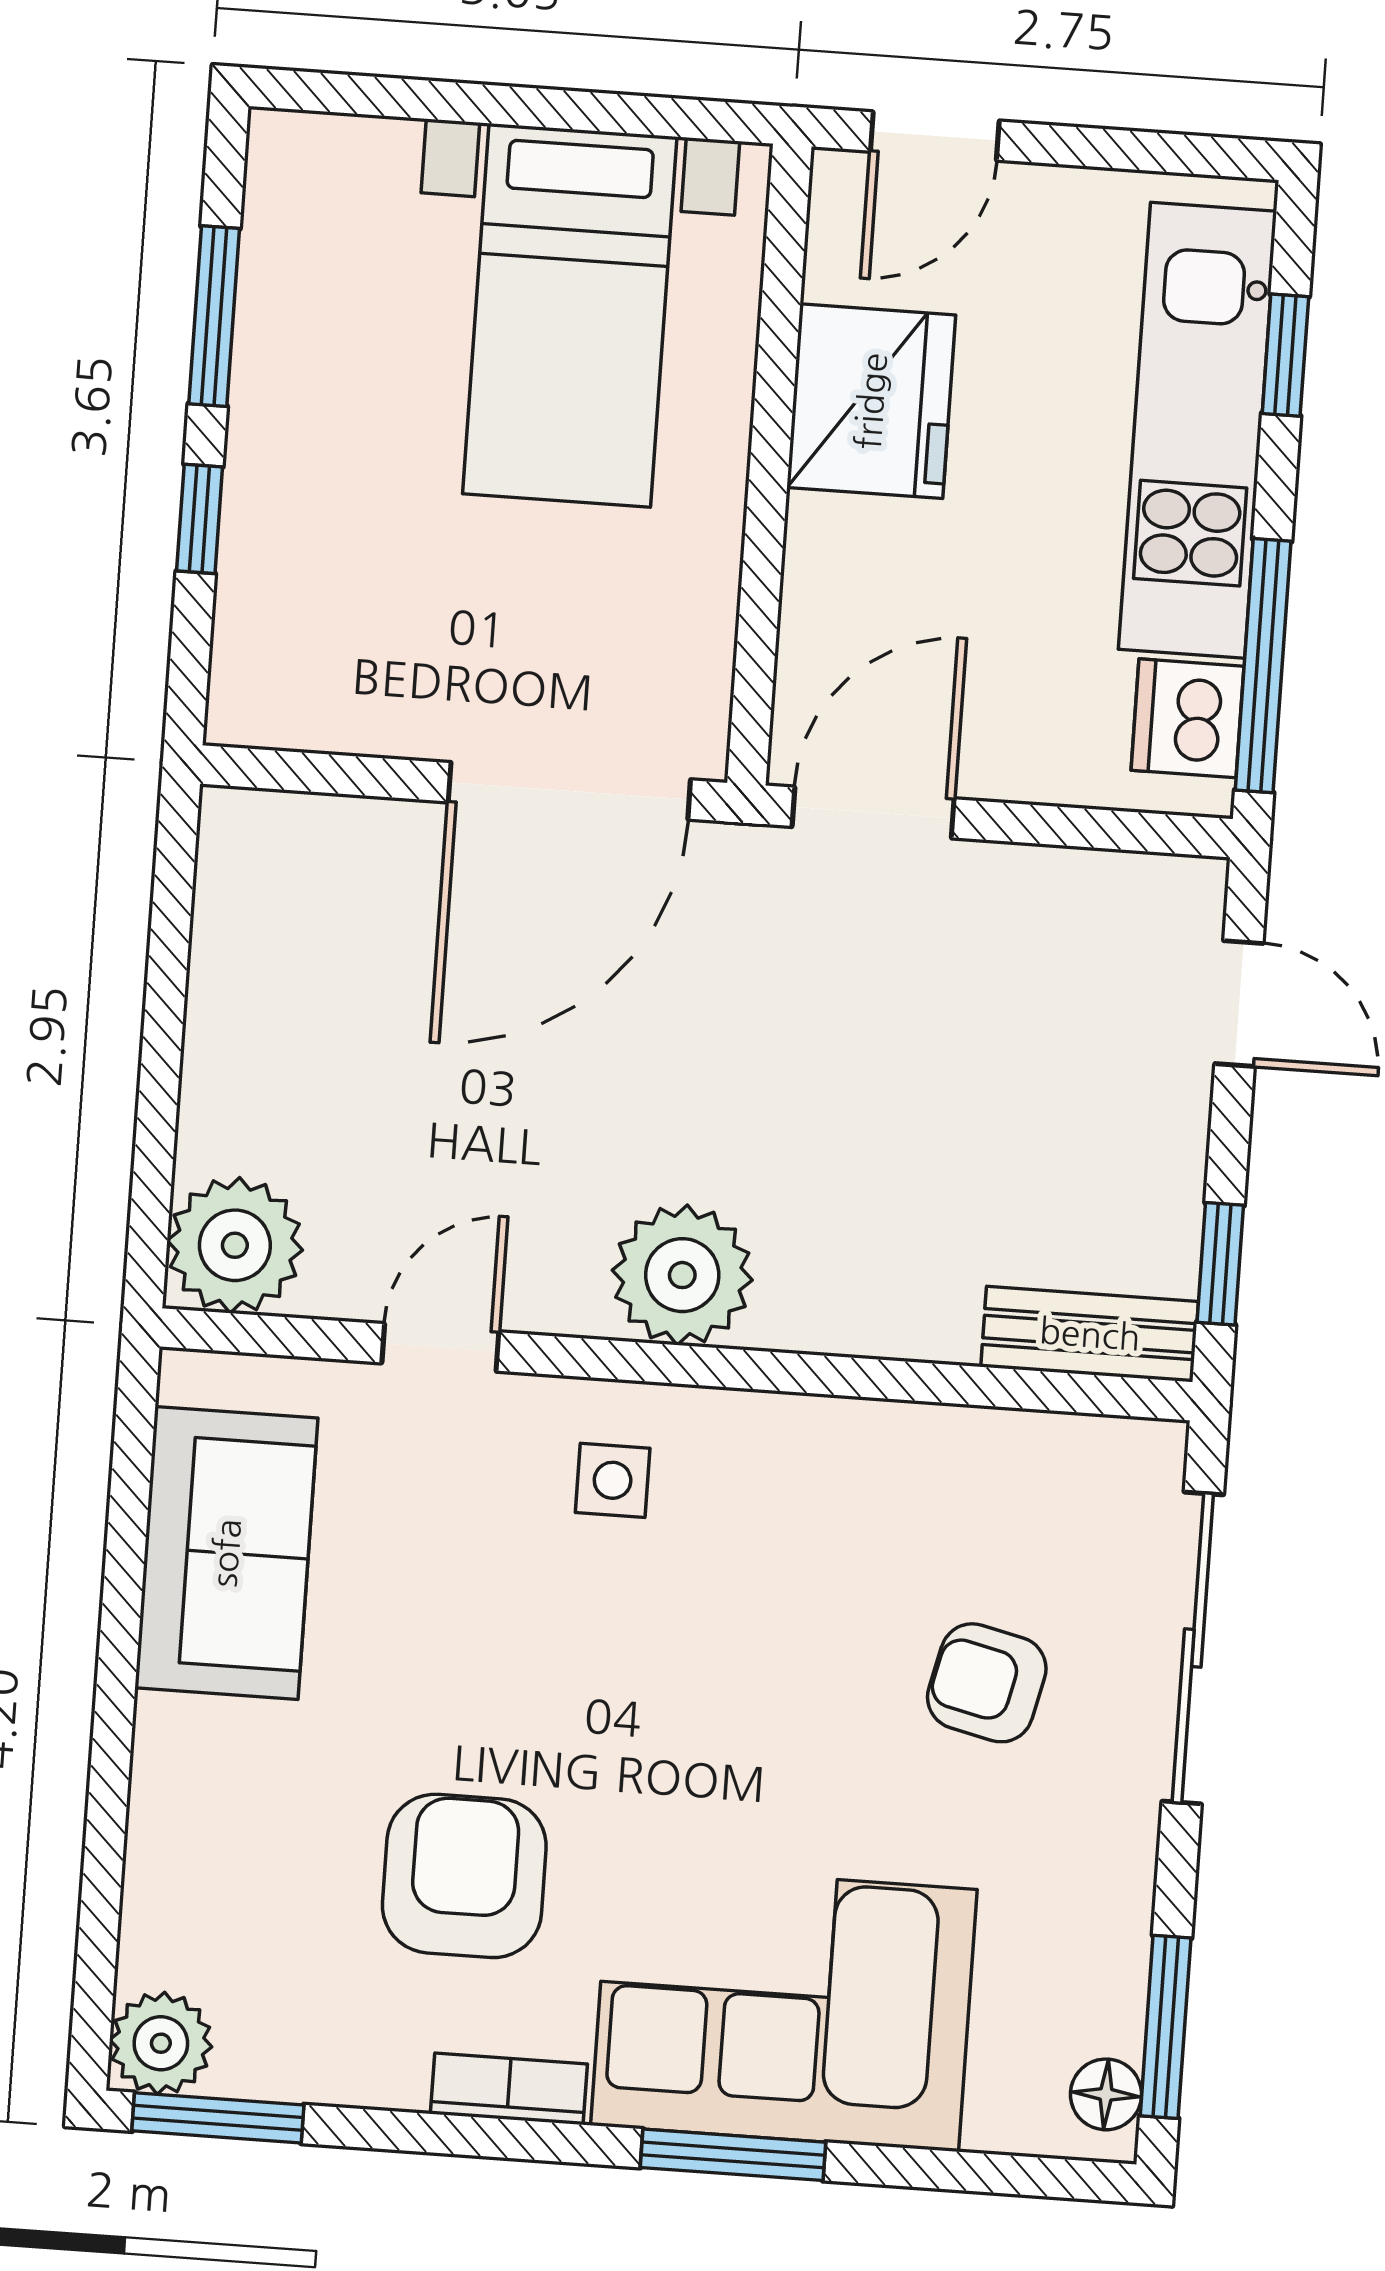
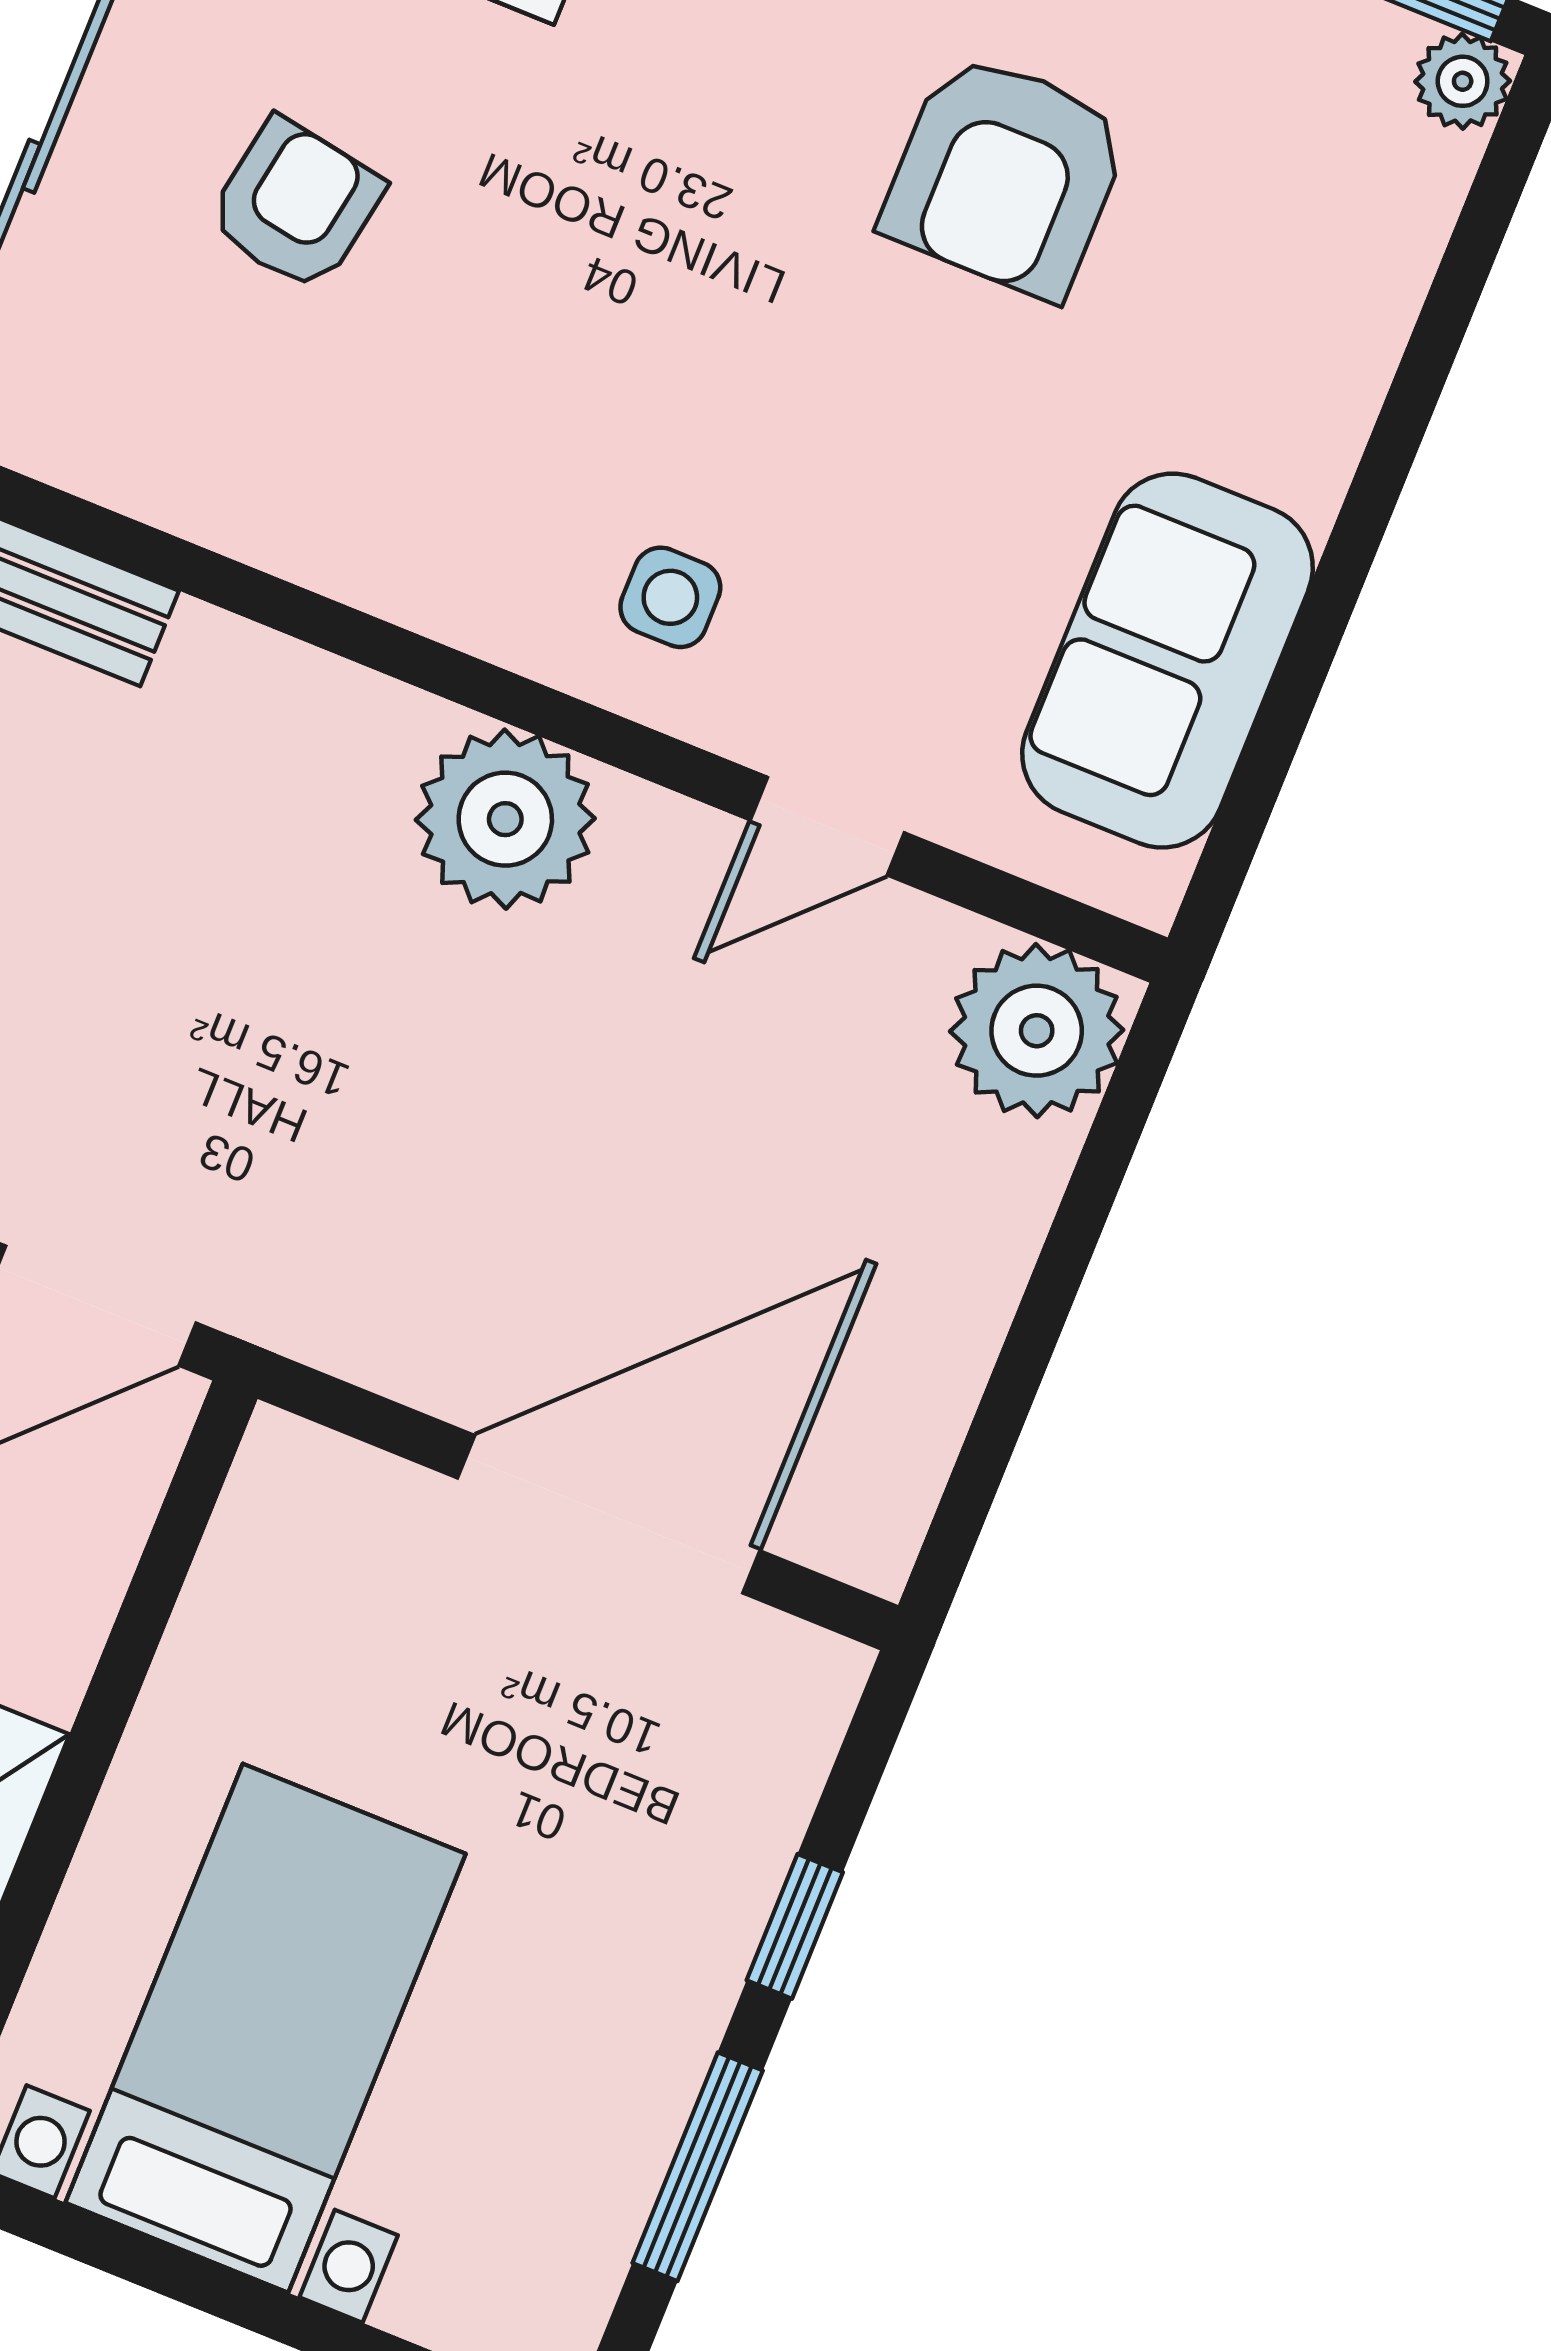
door: (569, 791) -> (609, 1514), moved
armchair: (987, 1683) -> (296, 205), turned -93
plant: (161, 2043) -> (1463, 81), width x0.73, depth x0.73

